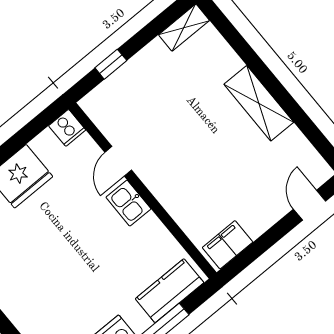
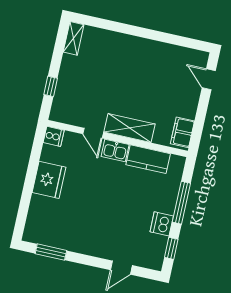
shelving: (259, 103) -> (129, 128), moved
kitchen counter: (170, 291) -> (148, 159), moved, turned -90

